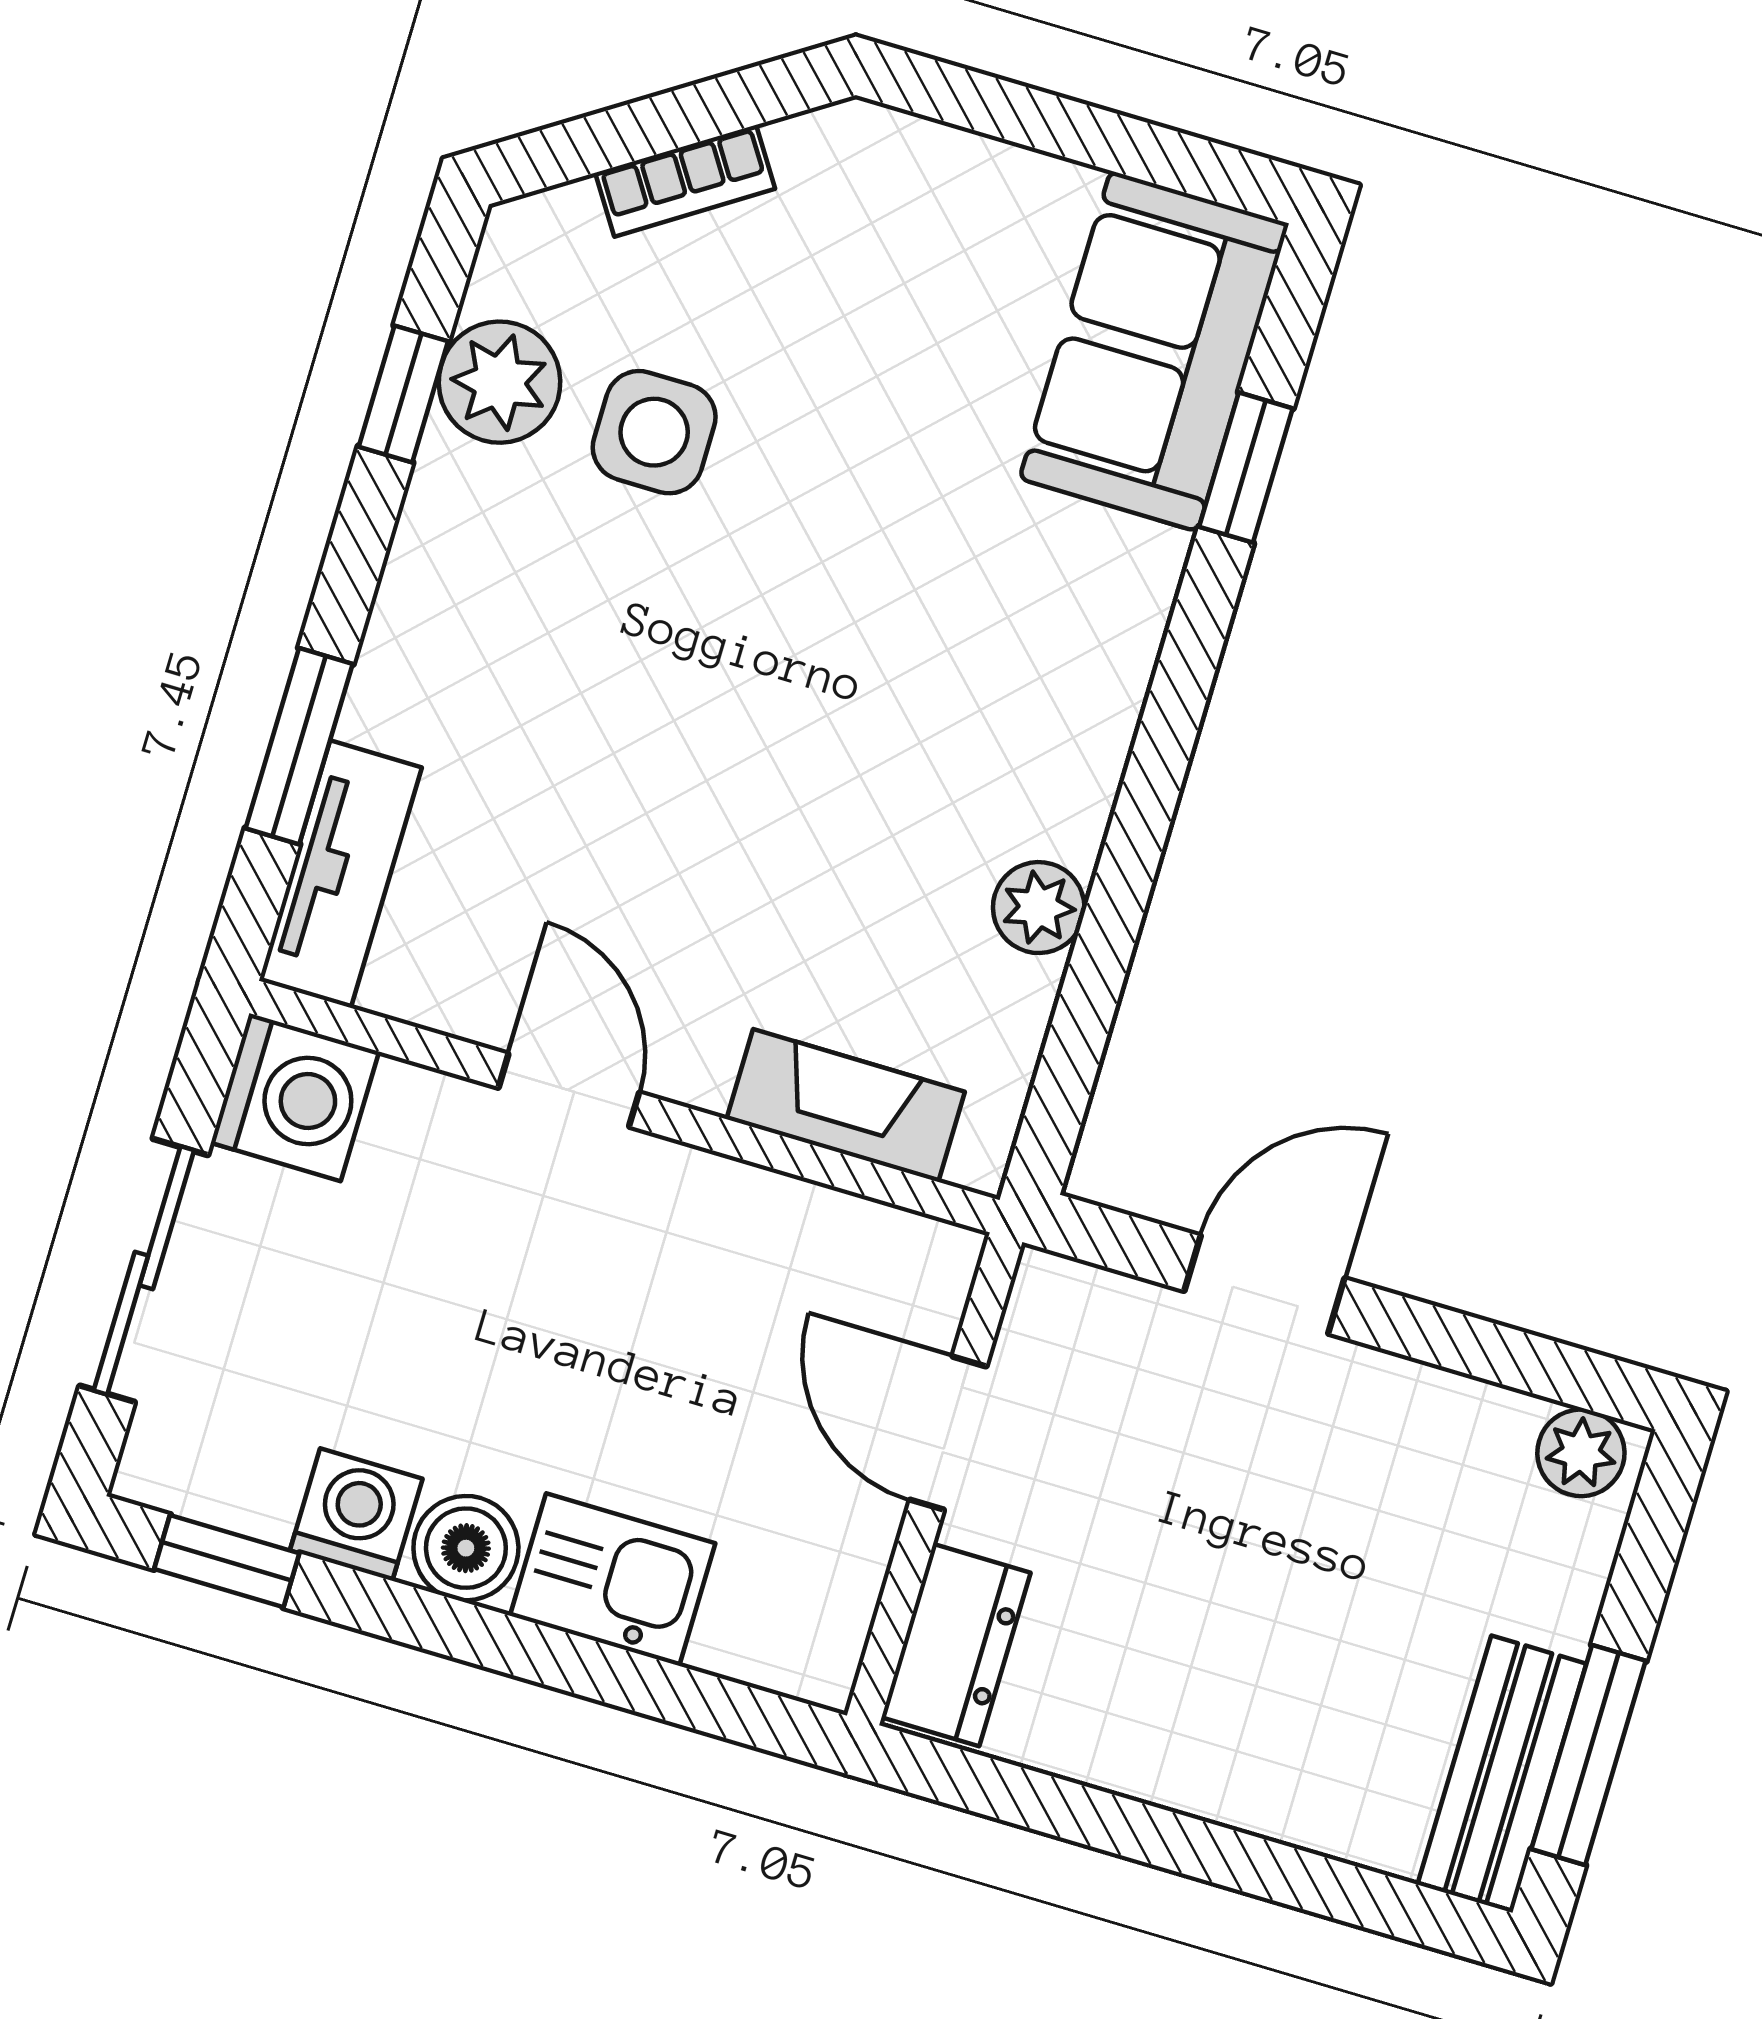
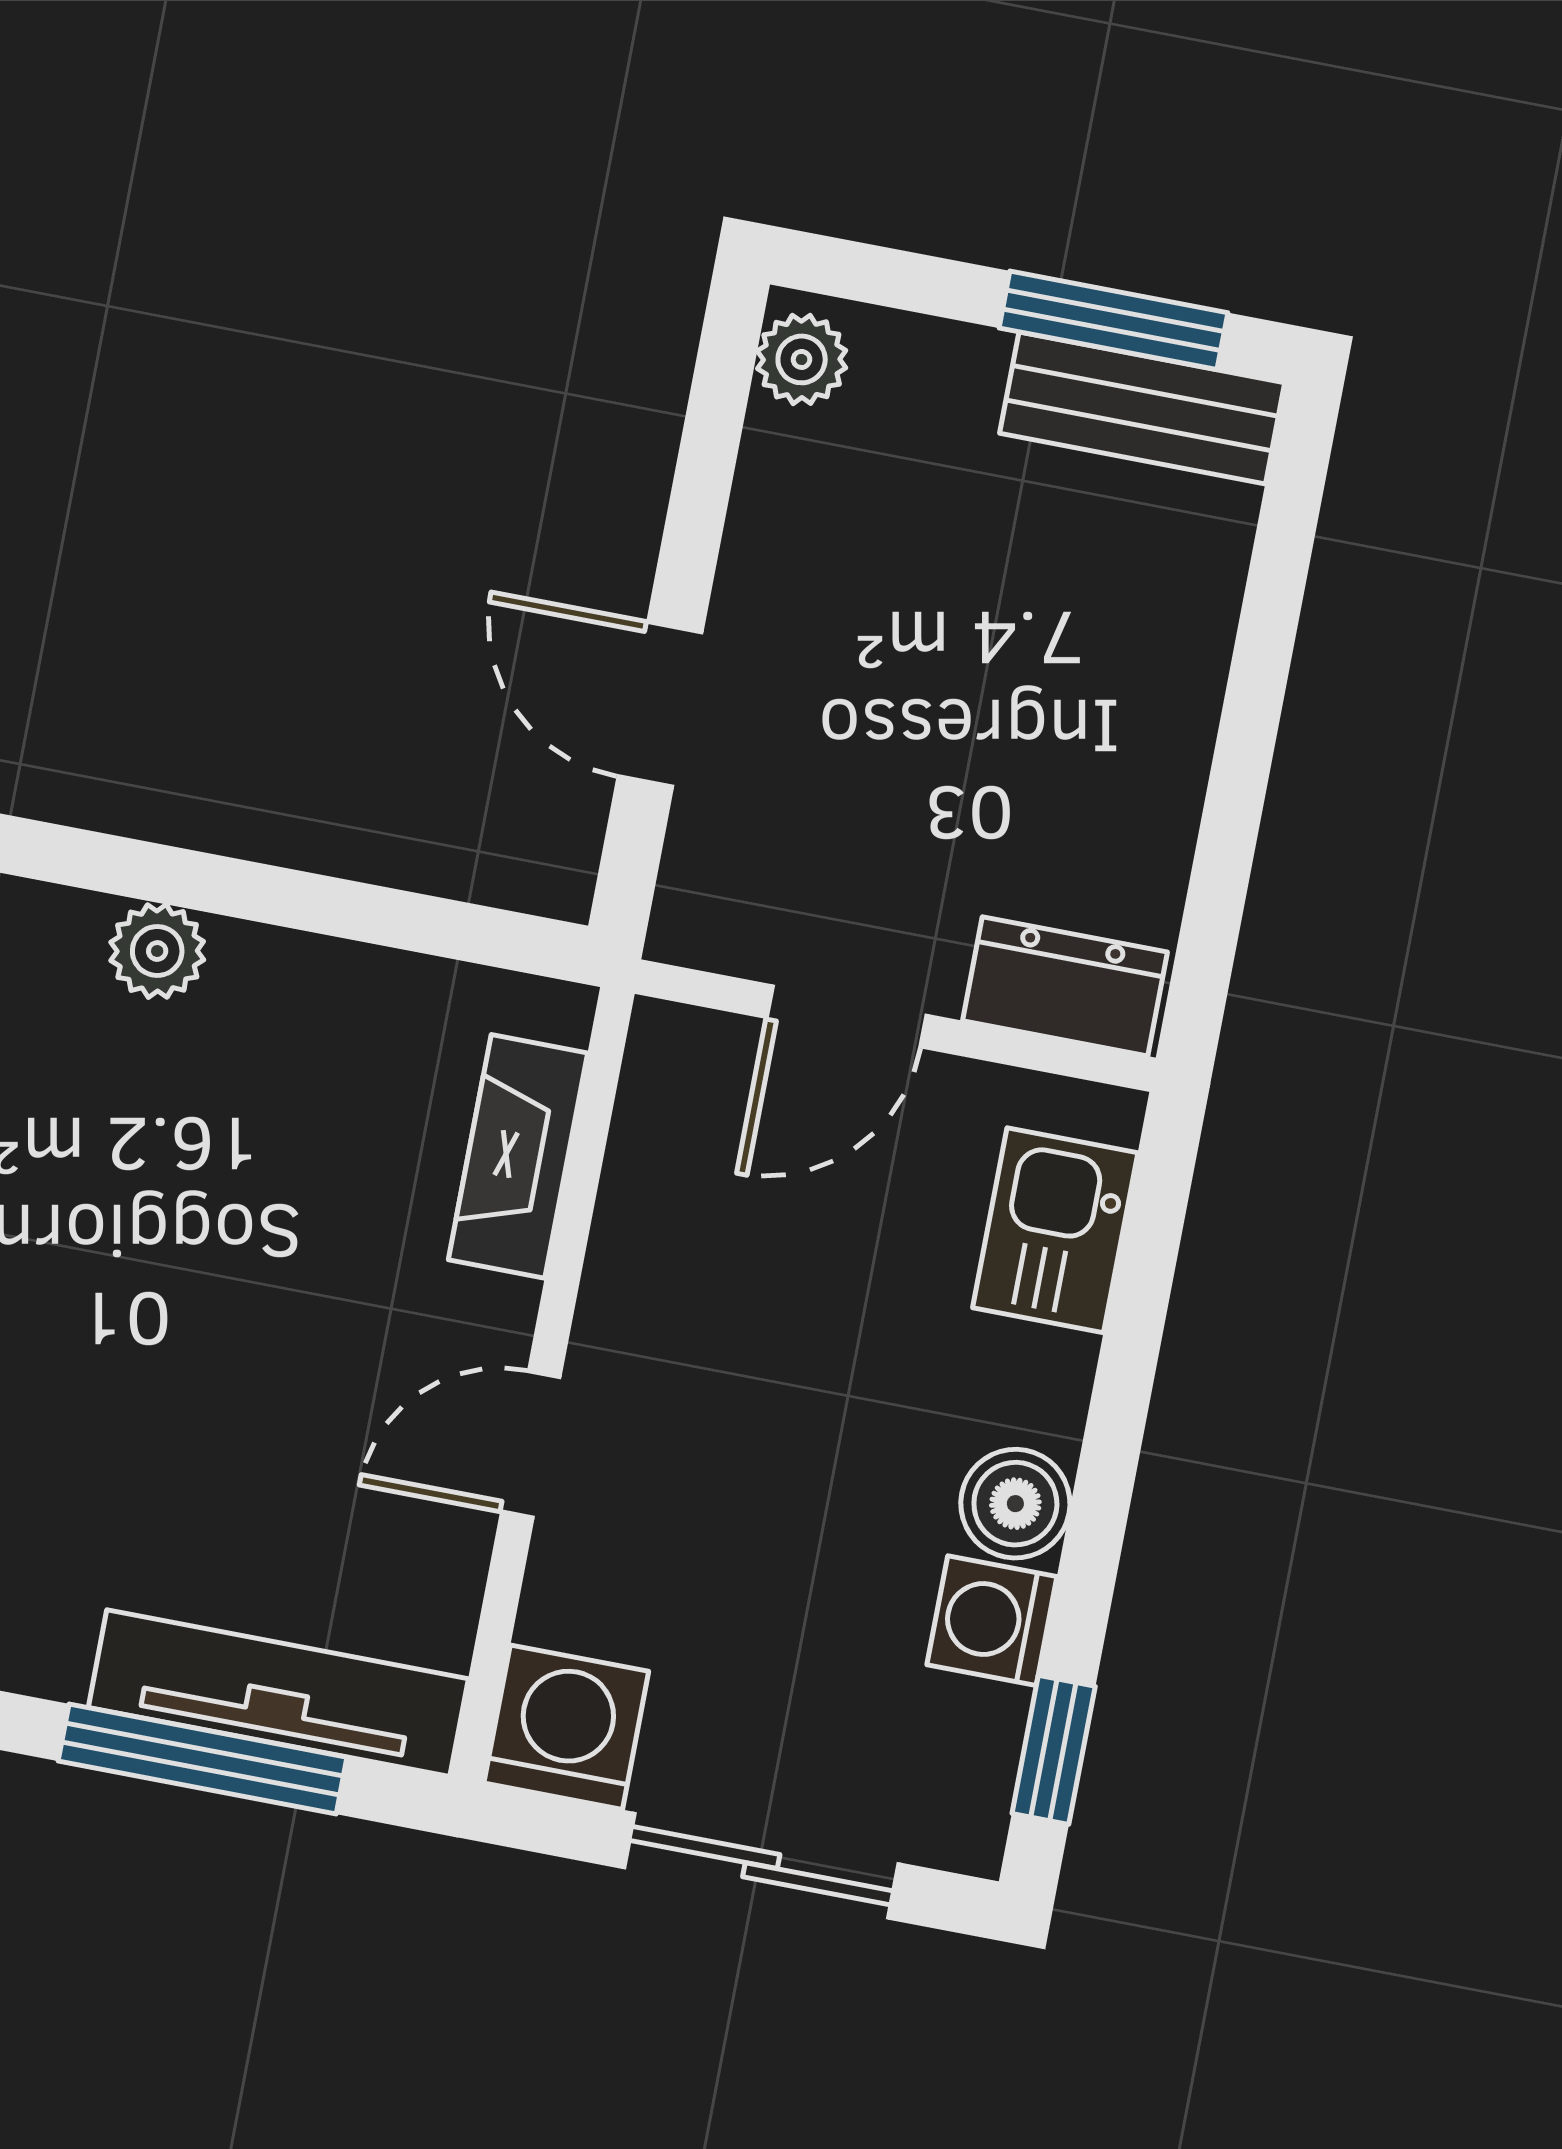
window: (299, 746) -> (203, 1759), width x1.44
tv unit: (340, 874) -> (278, 1693), width x1.41
plant: (1039, 908) -> (157, 951), moved
kitchen sink: (613, 1579) -> (1055, 1230), moved

